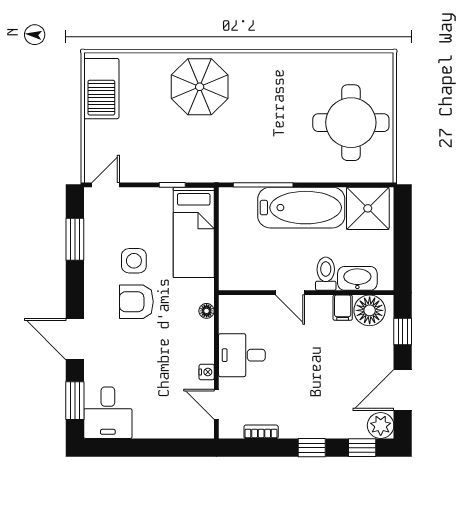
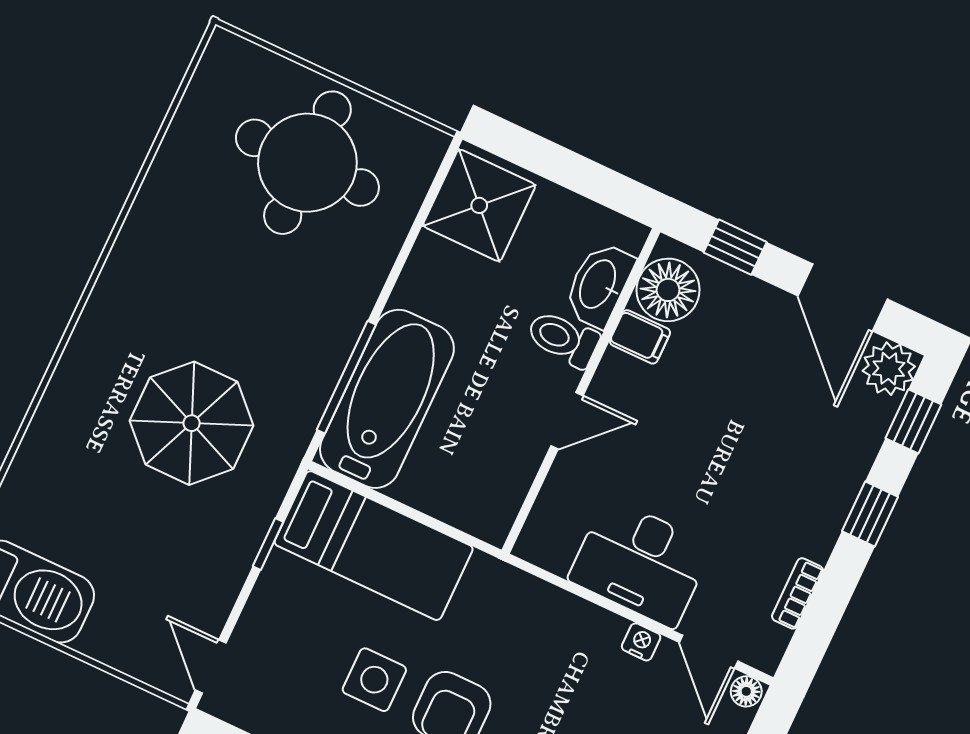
parasol: (200, 87) -> (192, 423), moved
bathtub: (301, 208) -> (387, 399), moved
floor lamp: (207, 311) -> (746, 691), moved
desk: (242, 355) -> (640, 563), width x1.37
door: (216, 404) -> (709, 652), hinge flipped

